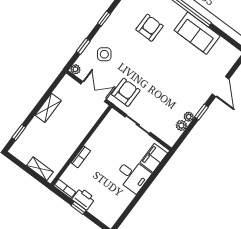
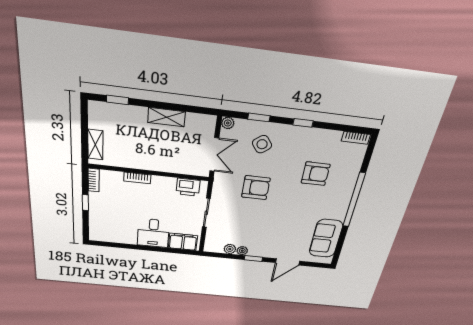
sofa: (197, 33) -> (326, 238), moved
armchair: (126, 92) -> (256, 188), moved
printer: (84, 199) -> (188, 187), moved, turned 90

